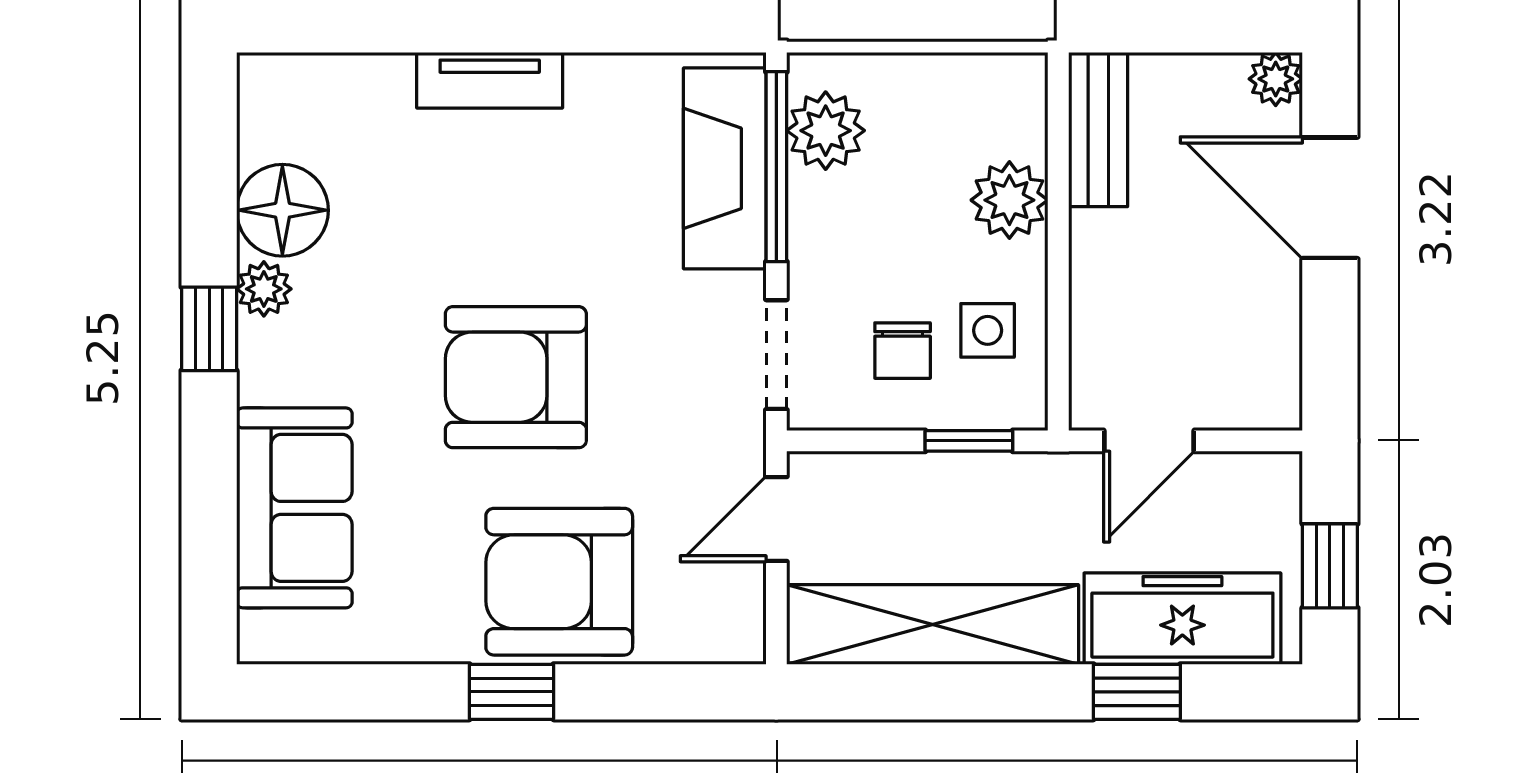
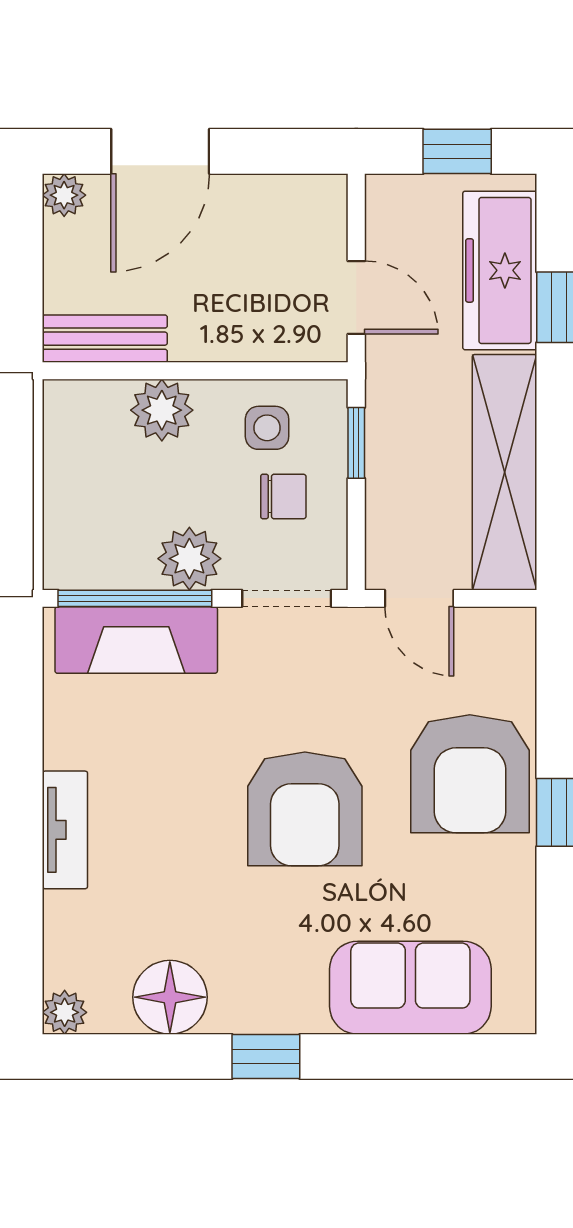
plant: (826, 131) -> (189, 559), moved
plant: (264, 289) -> (65, 1012), moved

